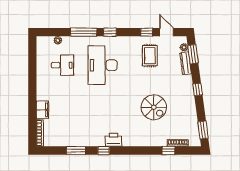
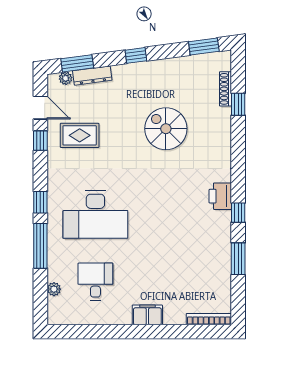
door: (166, 32) -> (40, 108), swing flipped
spiral stairs: (154, 107) -> (166, 129), turned -90
filing cabinet: (42, 110) -> (147, 315), moved

